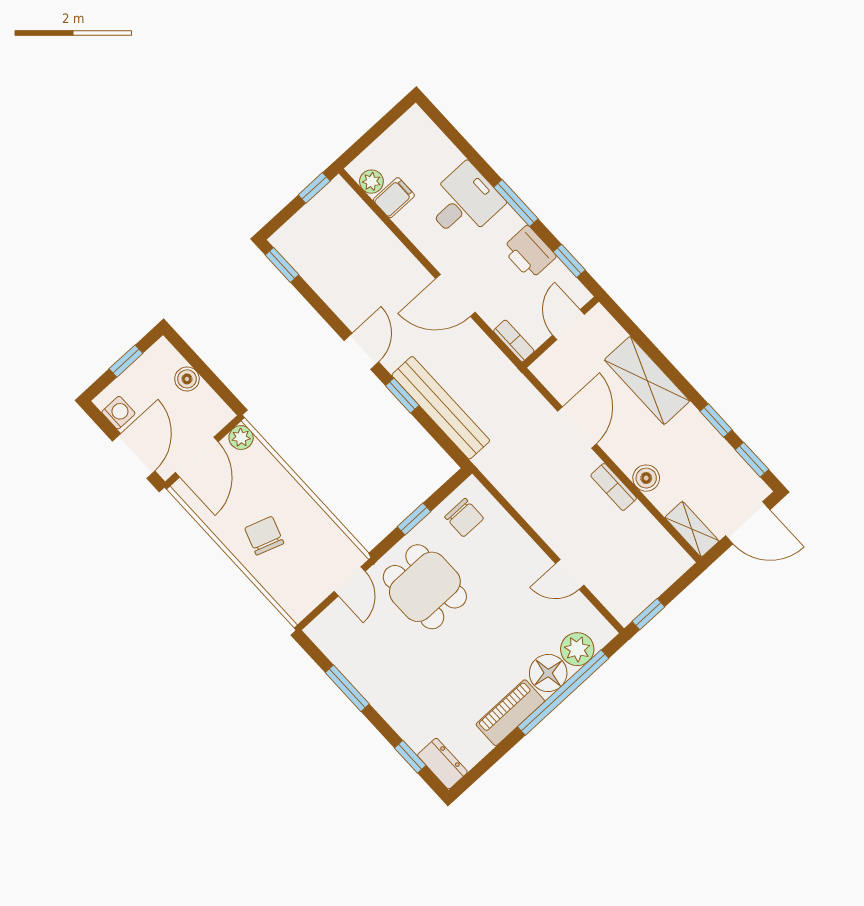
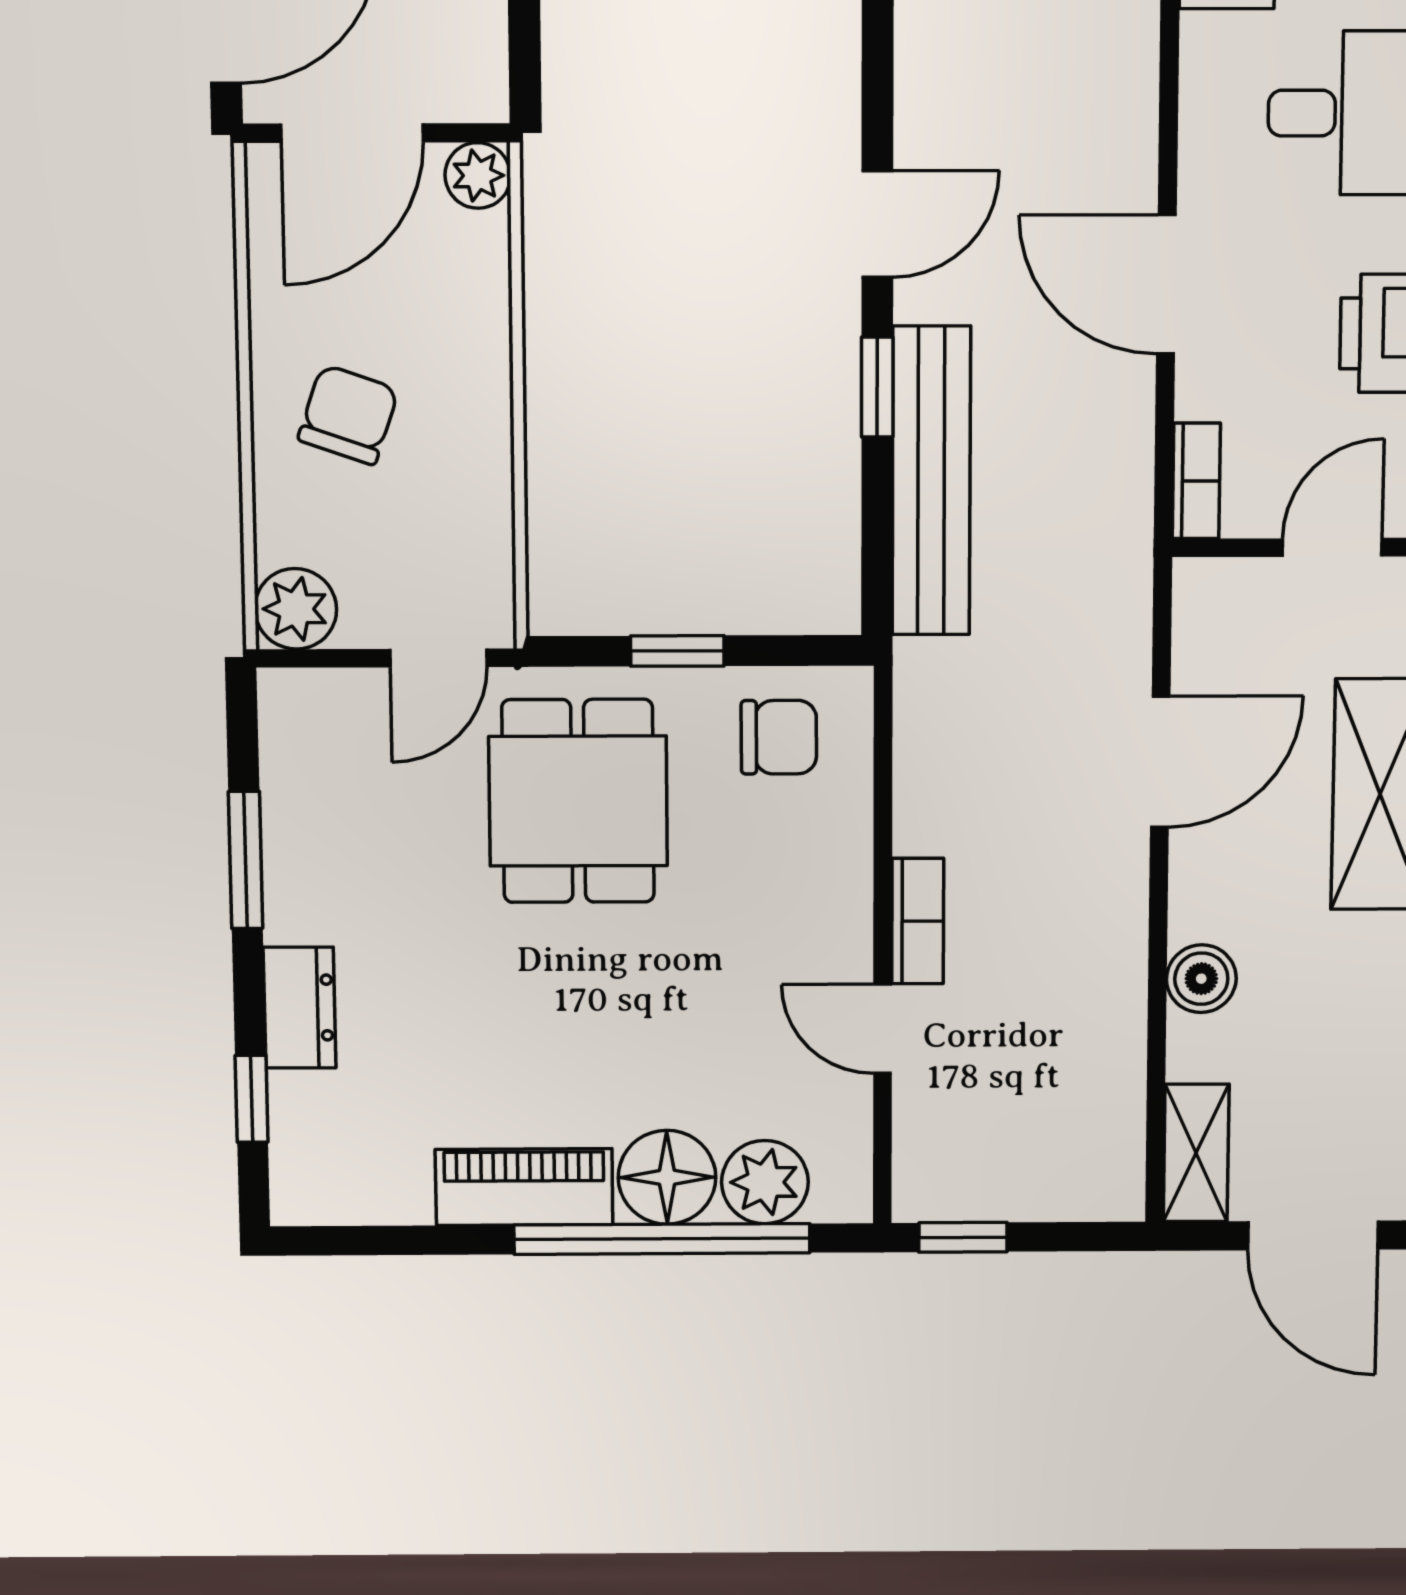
bookcase: (614, 487) -> (918, 921), moved, turned 180
chair: (464, 518) -> (779, 737), turned -90
plant: (298, 603) -> (296, 609), added
dresser: (442, 764) -> (300, 1008), moved

